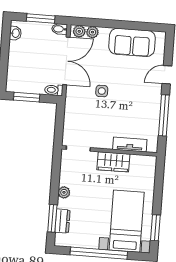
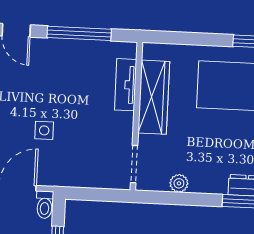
wardrobe: (113, 162) -> (154, 97), width x1.50
plant: (64, 192) -> (179, 183), moved

